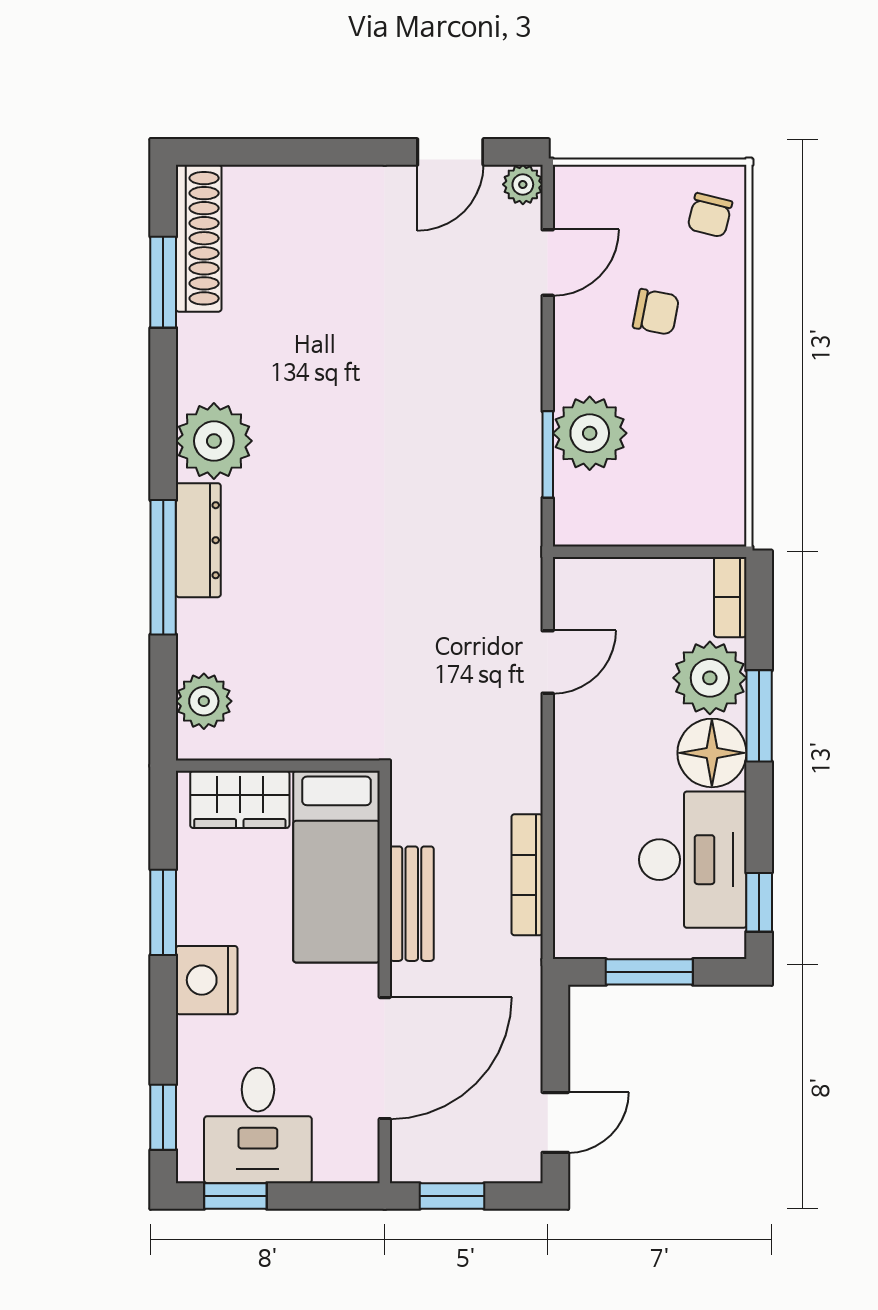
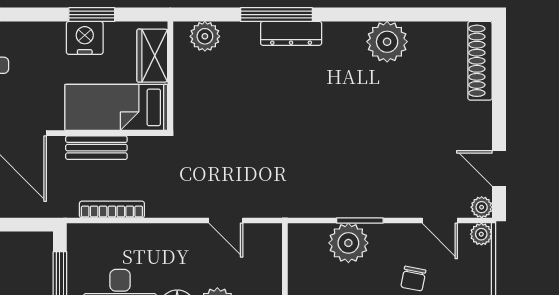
plant: (573, 185) -> (481, 234), added
shoe rack: (199, 238) -> (480, 61), moved, turned 90
window: (163, 282) -> (429, 15), removed
plant: (214, 441) -> (387, 42), moved
window: (548, 454) -> (360, 220), moved
nightstand: (207, 980) -> (85, 38), moved

